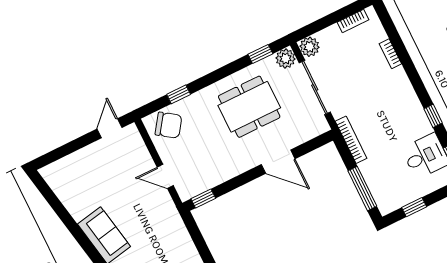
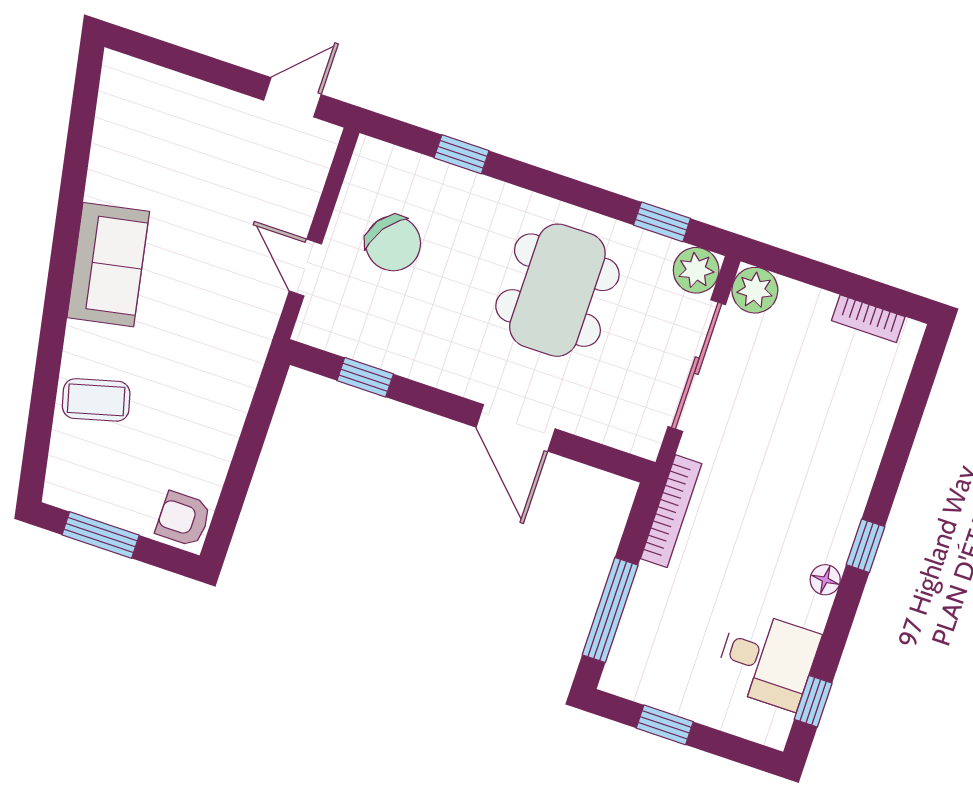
bookcase: (390, 54) -> (876, 434), removed
dining table: (249, 107) -> (557, 290), turned 90
floor lamp: (419, 114) -> (825, 580), added
window: (433, 116) -> (866, 546), moved
chair: (169, 125) -> (393, 243), moved
window: (203, 198) -> (365, 377), moved

